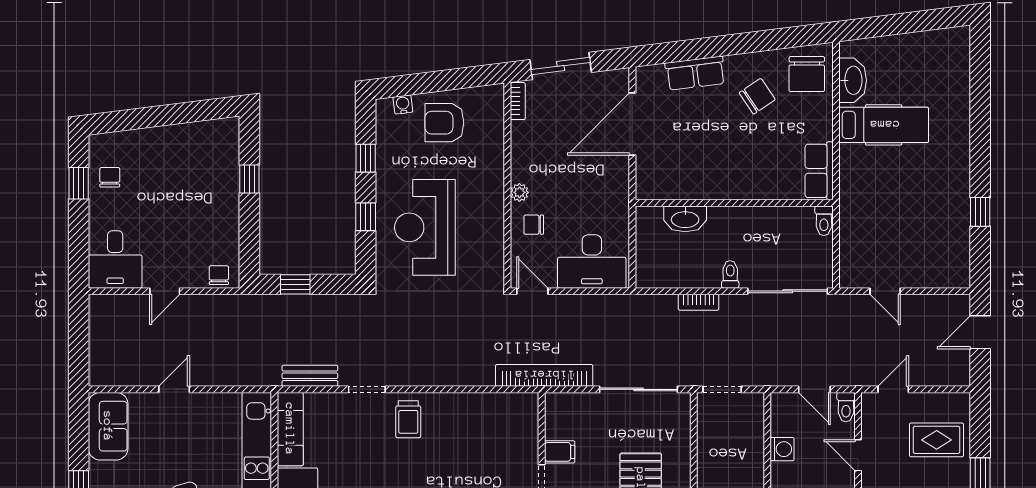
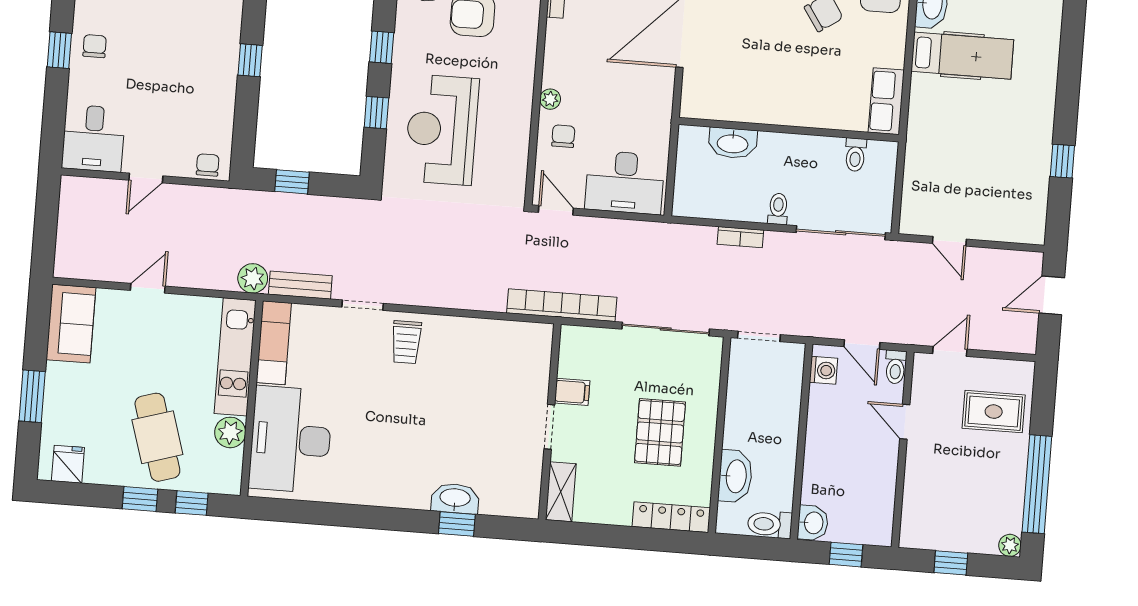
toilet: (824, 221) -> (855, 155), moved
chair: (534, 225) -> (563, 136), turned 90
plant: (267, 373) -> (253, 278), added
washing machine: (782, 449) -> (823, 370), moved

